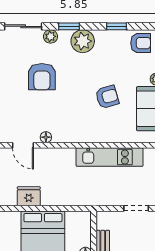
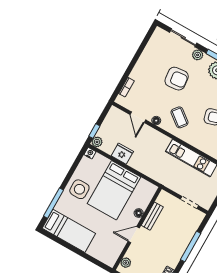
armchair: (42, 77) -> (177, 79), turned -96
coffee table: (70, 119) -> (179, 117), added

